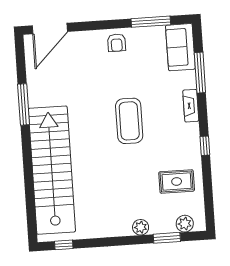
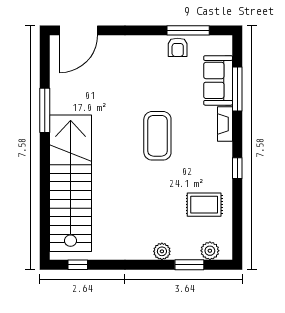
armchair: (117, 43) -> (178, 47), moved
sofa: (180, 47) -> (218, 80), moved

